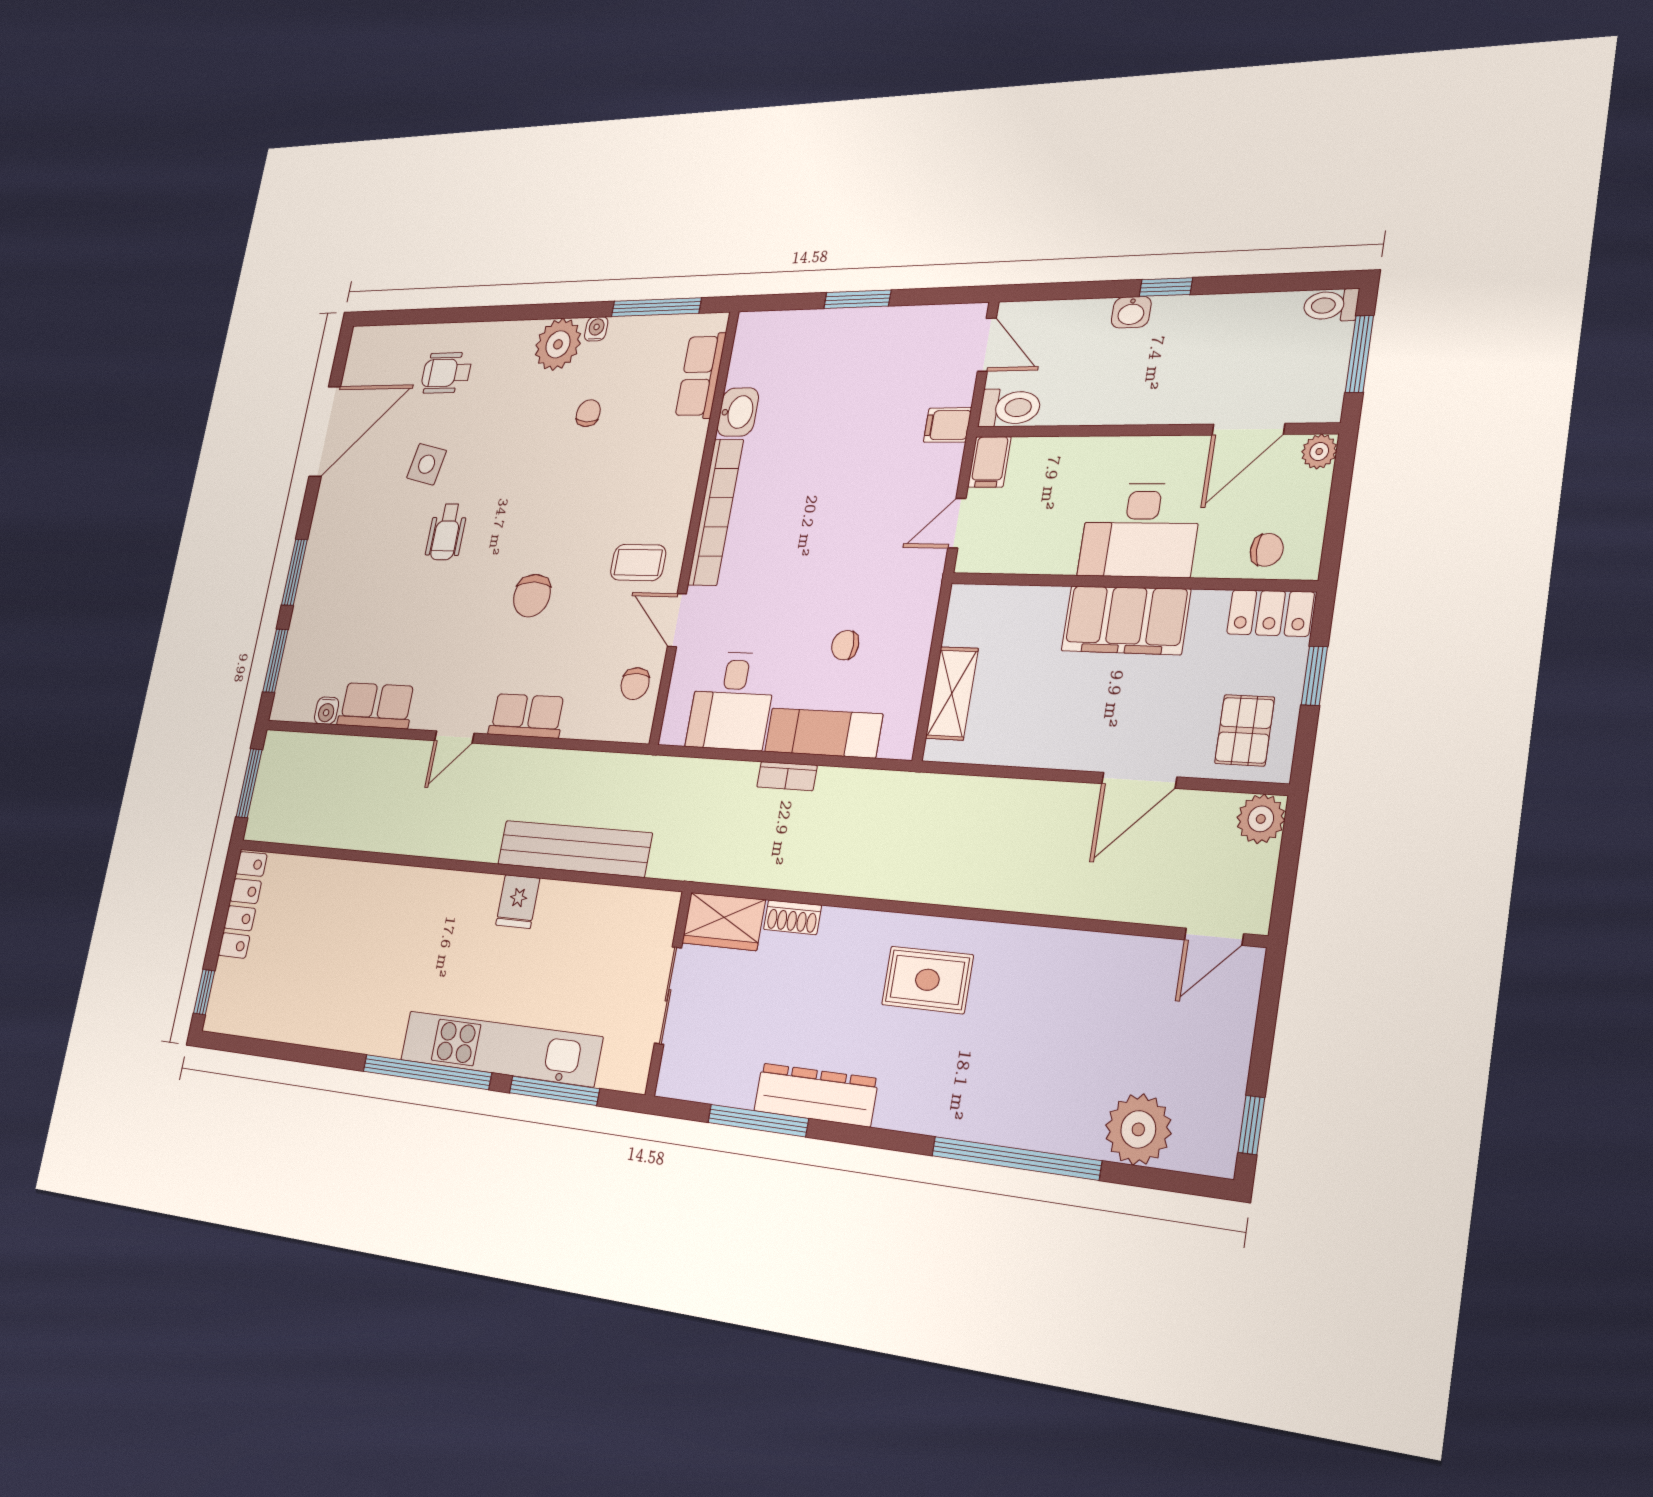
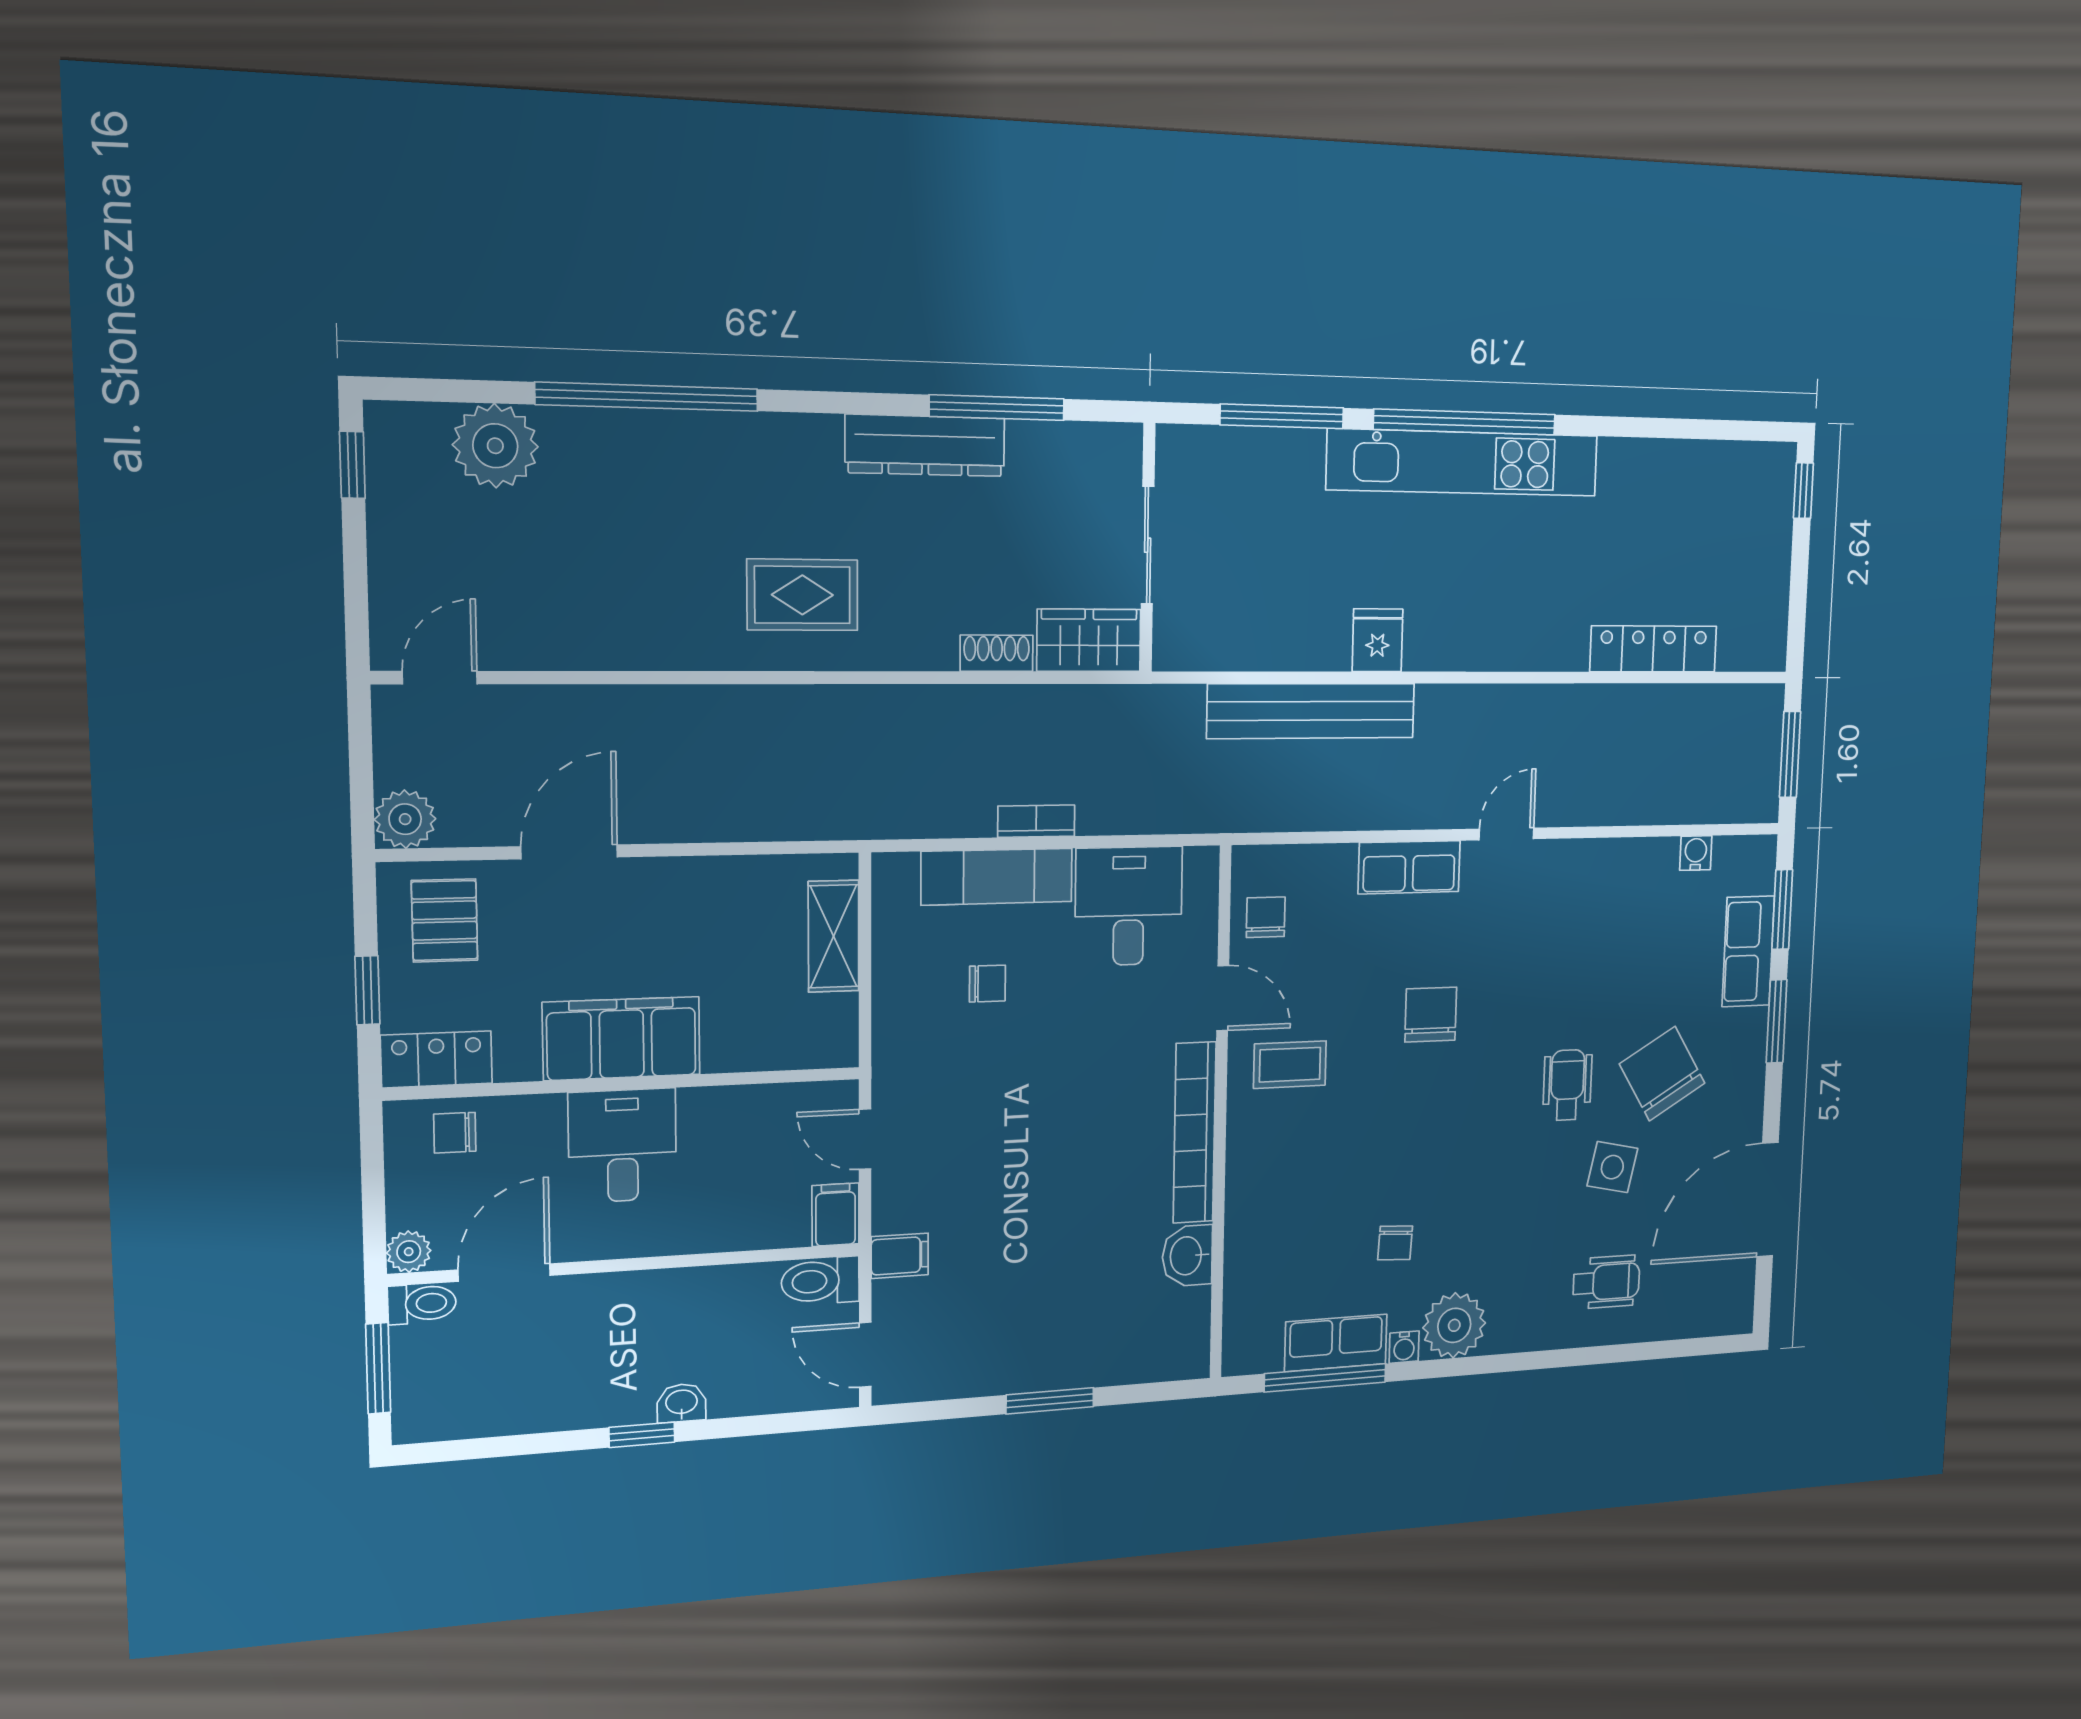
toilet: (1331, 305) -> (422, 1304), moved
row of seats: (701, 376) -> (1336, 1343), moved, turned -90
door: (957, 523) -> (865, 1139), swing flipped
desk: (1140, 530) -> (623, 1146), width x0.73
chair: (380, 536) -> (1662, 1074), added
row of seats: (376, 706) -> (1748, 951), moved, turned 90
locker: (243, 905) -> (1653, 649), moved, turned 90
kitchen unit: (500, 1048) -> (1463, 463), moved

